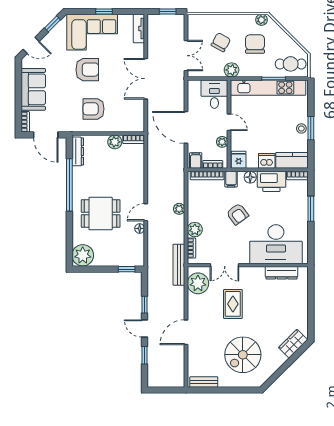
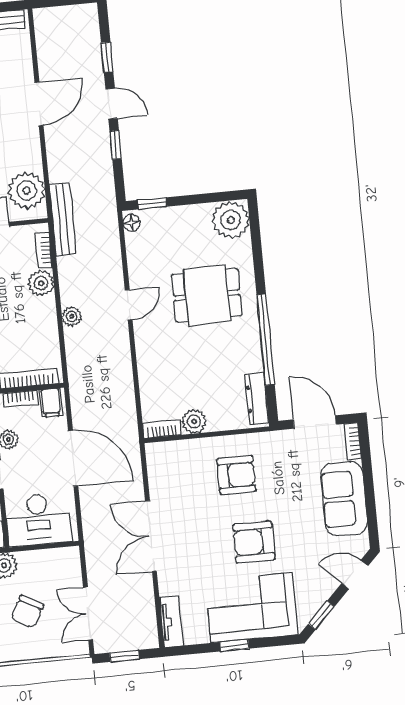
double door: (186, 56) -> (88, 613), moved
double door: (146, 79) -> (151, 536), swing flipped
desk: (214, 94) -> (38, 520), width x1.37
floor lamp: (140, 228) -> (132, 223), moved

